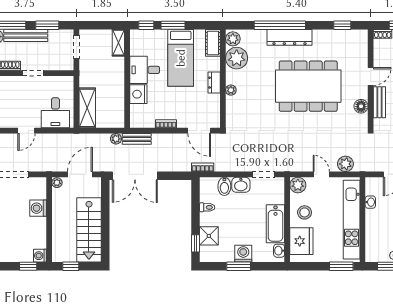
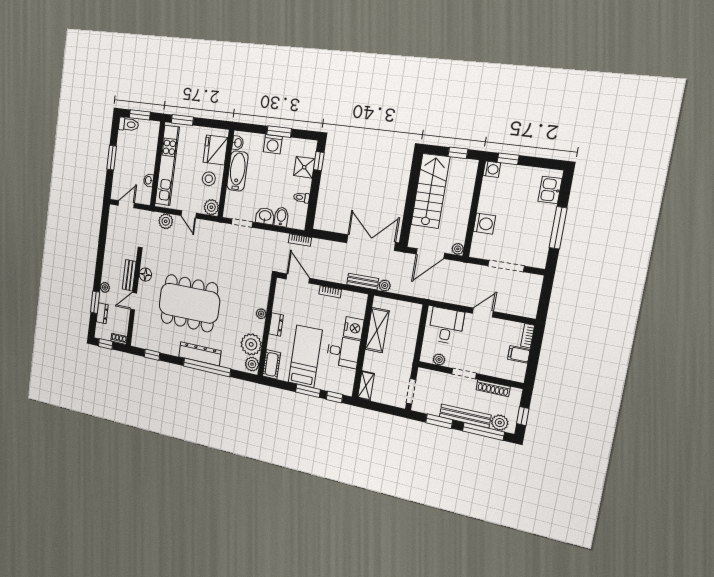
plant: (57, 81) -> (439, 360), added
shelving: (87, 108) -> (377, 330), moved

